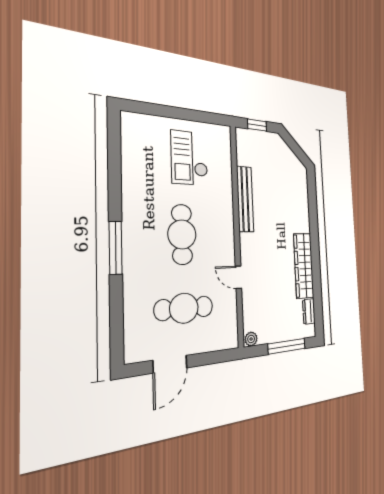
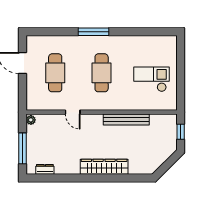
cafe table: (182, 234) -> (102, 73), turned 90
wardrobe: (304, 266) -> (104, 167), moved
door: (238, 277) -> (73, 112), swing flipped

